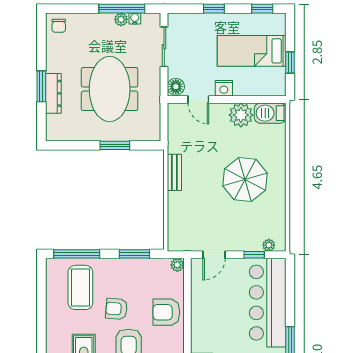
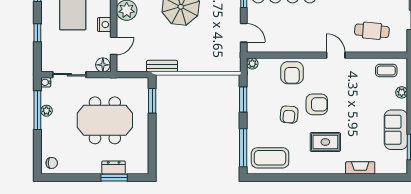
water cooler: (135, 19) -> (46, 82), moved
window: (41, 86) -> (114, 178), moved
dresser: (53, 93) -> (114, 167), width x0.70
window: (115, 145) -> (152, 101), moved
bench: (174, 172) -> (162, 66), moved
coffee table: (80, 287) -> (270, 158), moved

